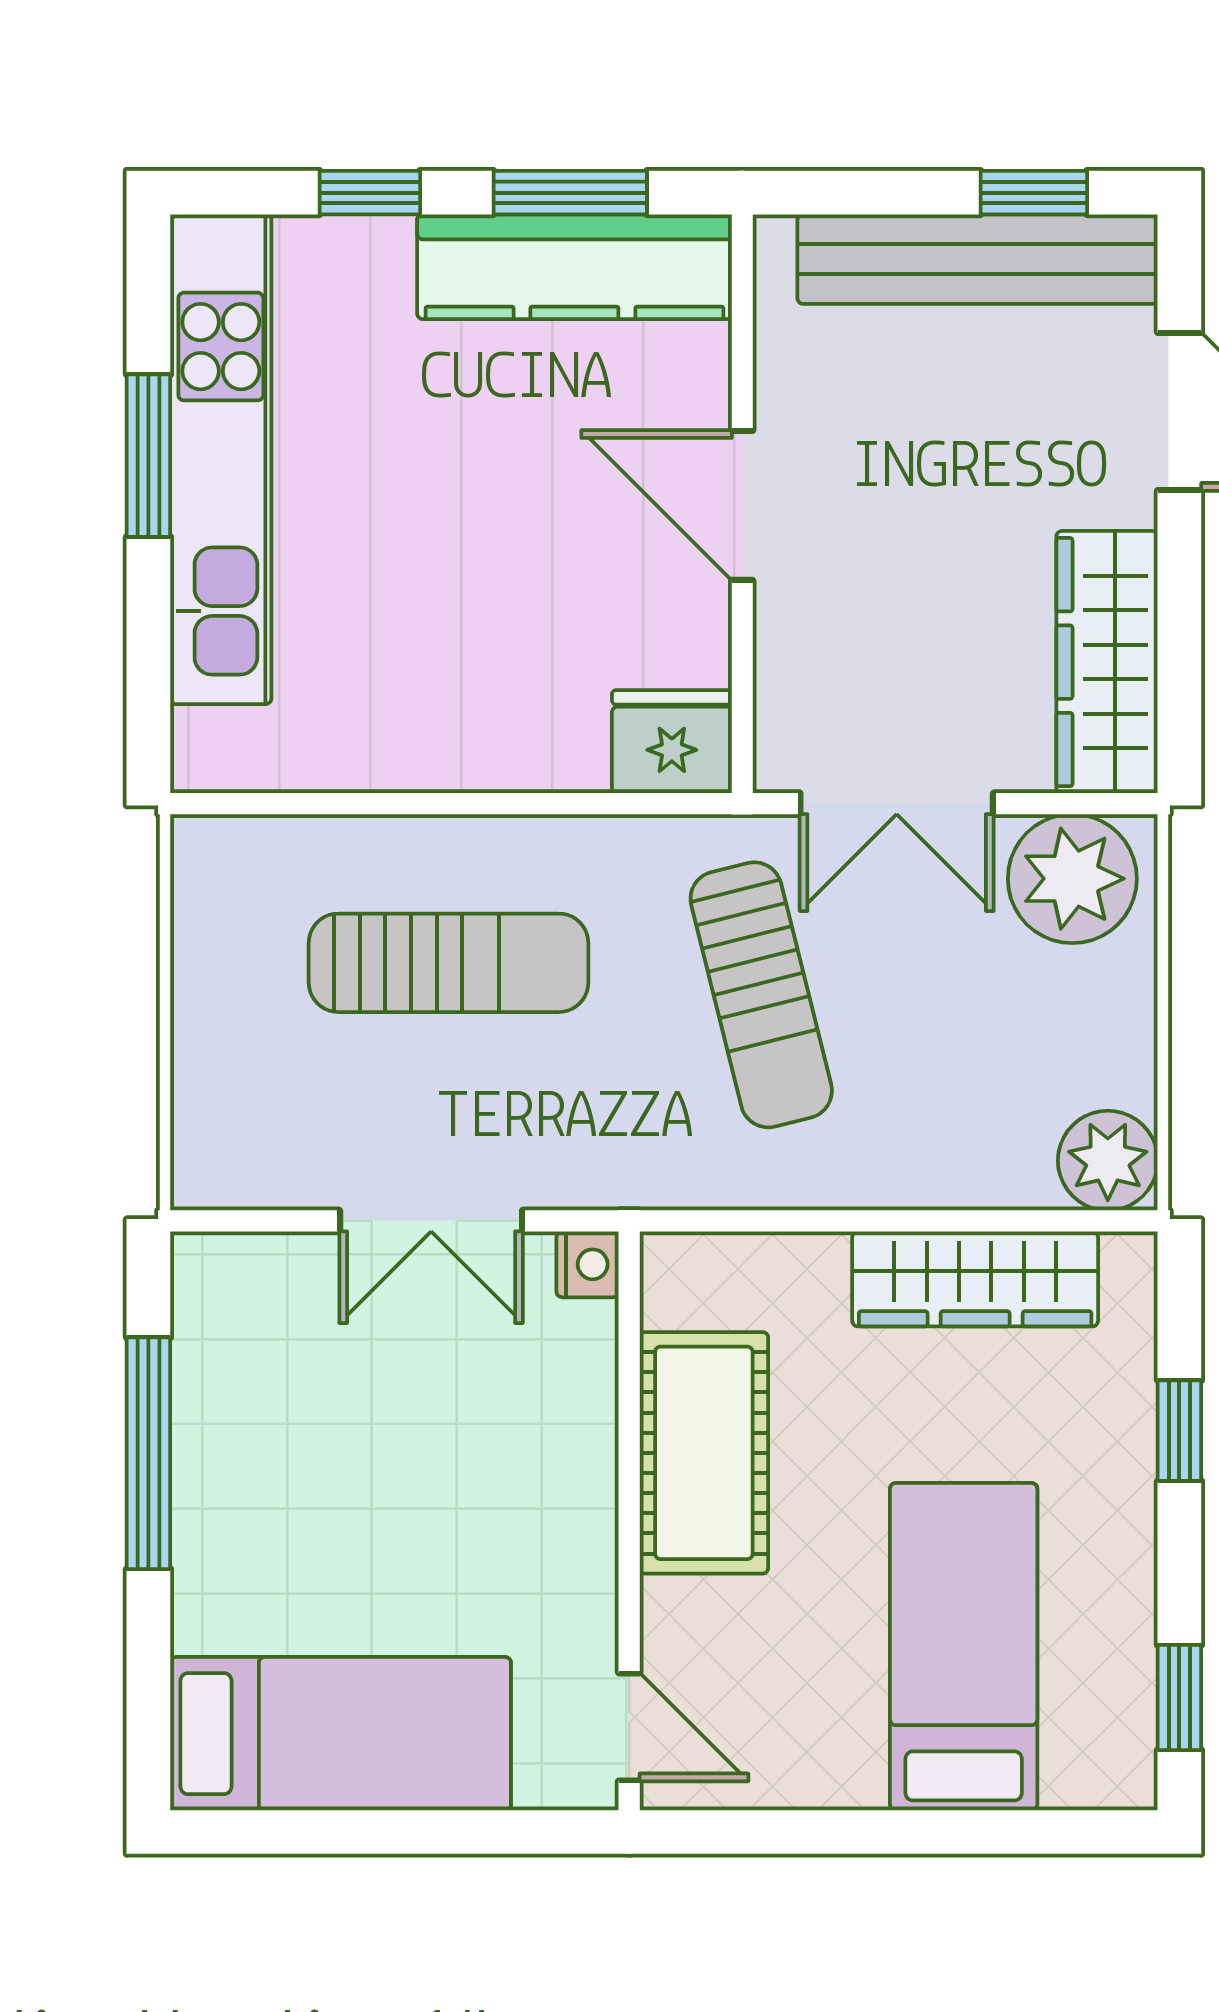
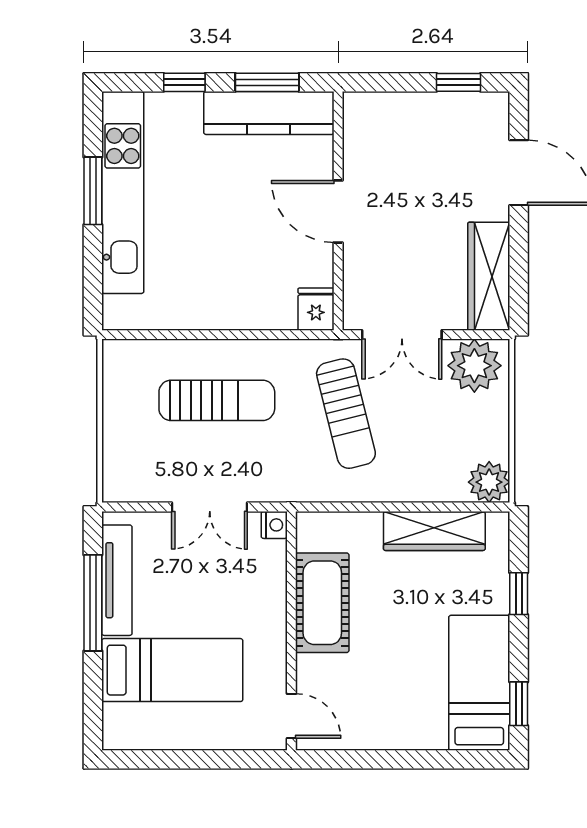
bench: (978, 259) -> (435, 110), removed
fridge: (672, 742) -> (316, 309), width x0.72
tv unit: (207, 1398) -> (117, 580), added
bed: (964, 1647) -> (479, 683), moved
bed: (341, 1734) -> (172, 670), moved

